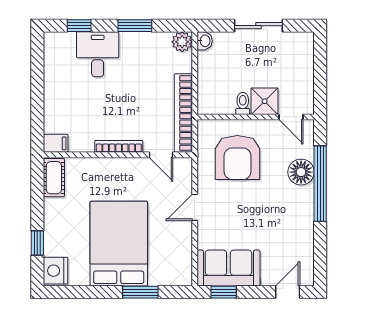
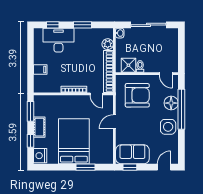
sliding door: (258, 26) -> (148, 25), width x1.37
plant: (182, 42) -> (108, 44), moved
desk: (98, 54) -> (58, 40), width x1.37
shower: (265, 101) -> (128, 65), moved
filing cabinet: (56, 143) -> (40, 69), moved
armchair: (237, 158) -> (137, 95), turned -90
cot: (54, 178) -> (39, 127), moved
window: (37, 188) -> (31, 111), added
side table: (295, 217) -> (168, 127), added

